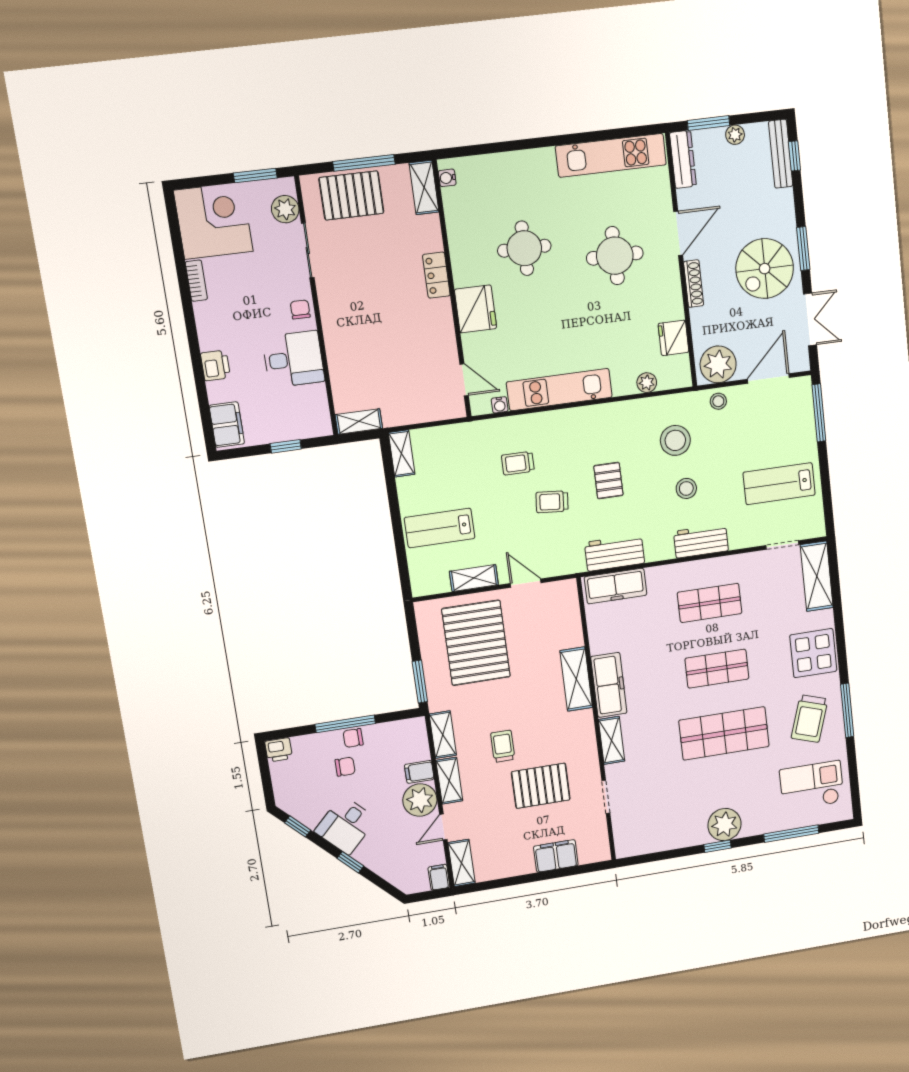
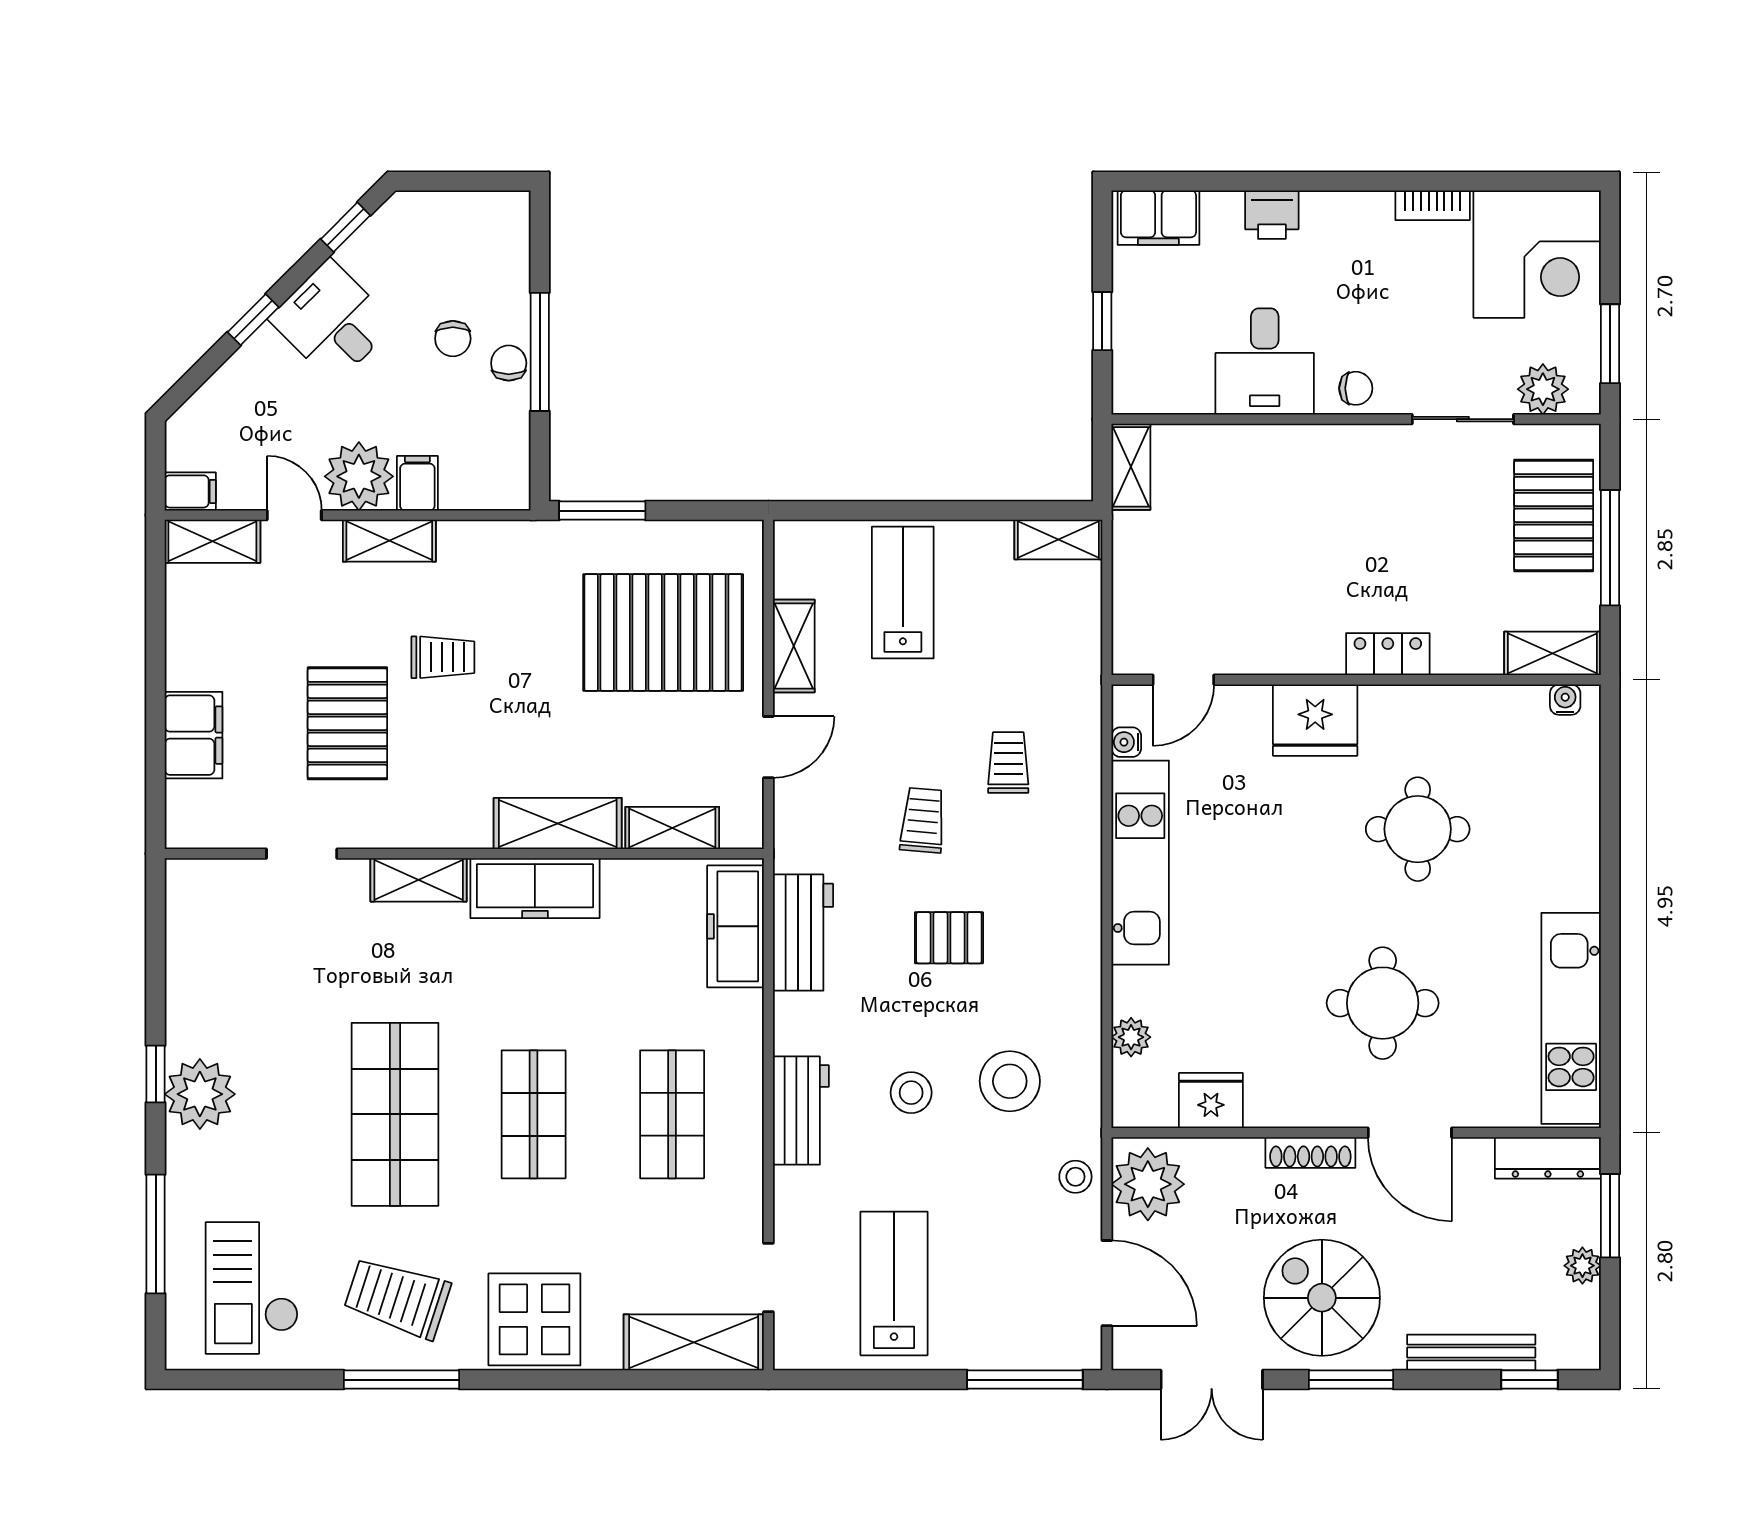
bench: (781, 154) -> (1471, 1352), moved
shelving: (443, 735) -> (672, 828), moved
printer: (279, 750) -> (509, 215), removed
checkout: (812, 786) -> (252, 1288), turned 180

